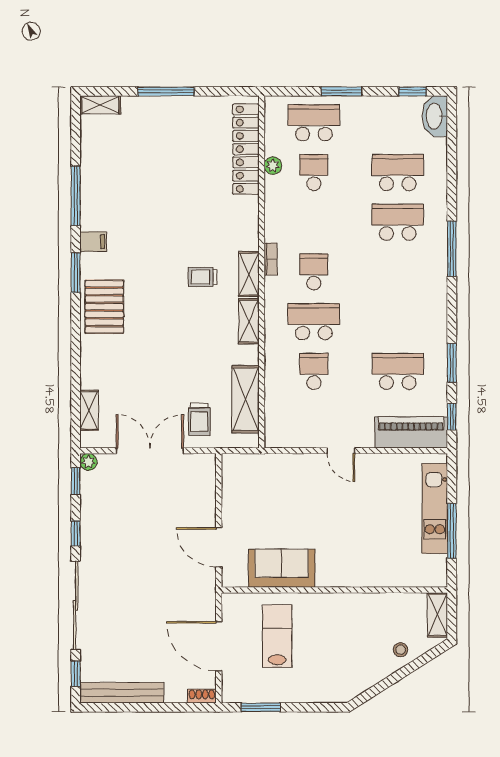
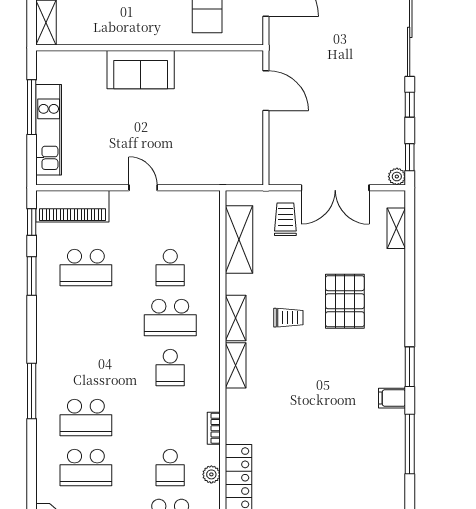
bookcase: (271, 259) -> (214, 428), moved
trolley: (203, 277) -> (288, 318), moved
pallet: (104, 307) -> (345, 301), moved
sofa: (282, 568) -> (141, 70), moved

